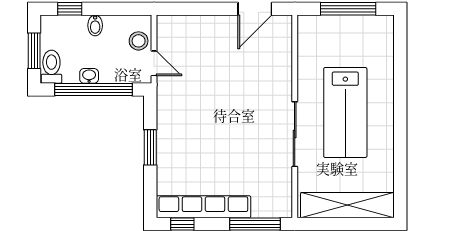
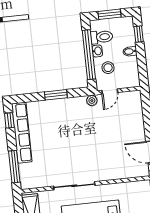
stool: (139, 41) -> (108, 68), moved
toilet: (51, 67) -> (102, 37), moved
plant: (165, 92) -> (92, 101), added

